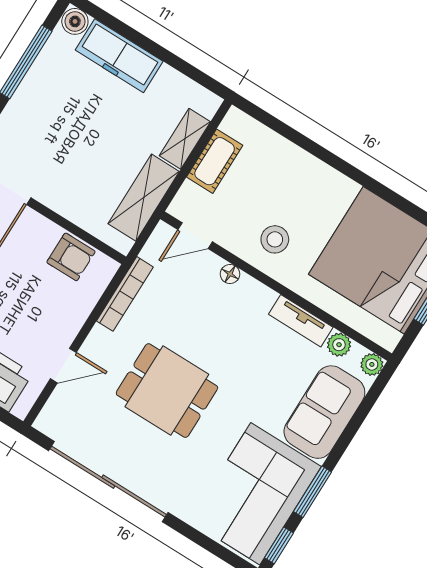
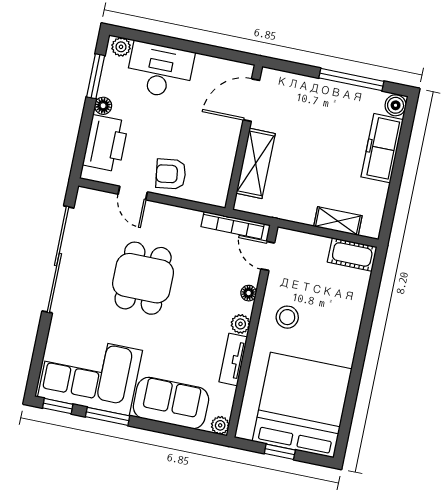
cot: (215, 161) -> (352, 254), moved
shelving: (144, 198) -> (256, 163), moved, turned 90
armchair: (71, 257) -> (171, 174), moved, turned 82
bookcase: (125, 294) -> (233, 225), moved
plant: (339, 345) -> (240, 324), moved

